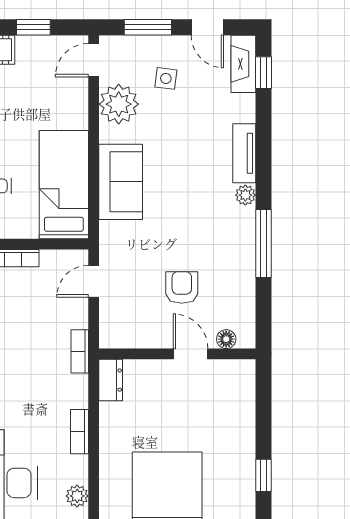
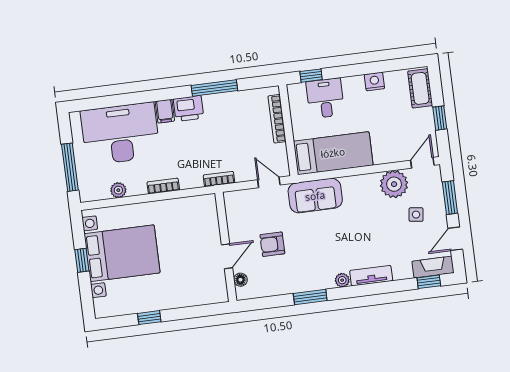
door: (94, 60) -> (422, 163), hinge flipped
sofa: (121, 182) -> (315, 196), moved
window: (263, 243) -> (310, 297), width x0.69
armchair: (182, 287) -> (272, 244), turned 180
dresser: (111, 380) -> (202, 203), removed

